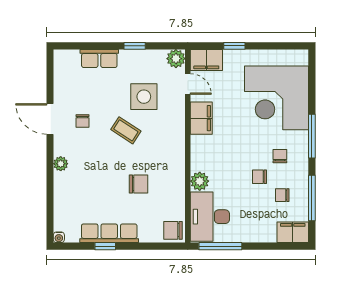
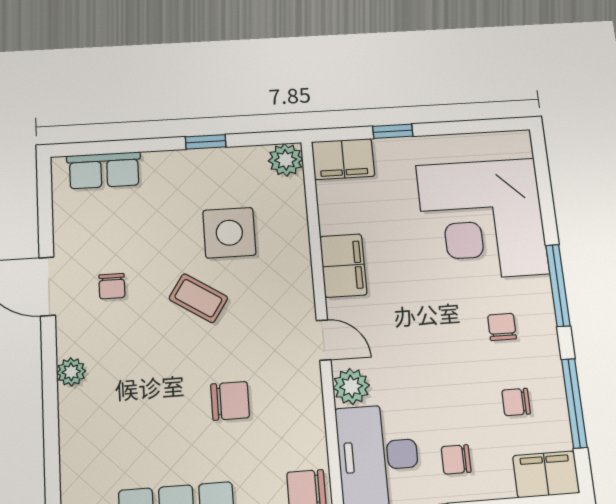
row of seats: (99, 58) -> (104, 170), moved
door: (188, 84) -> (324, 340), moved
chair: (260, 177) -> (456, 459), moved

